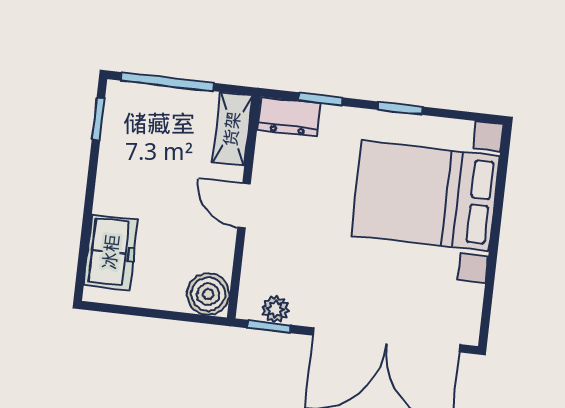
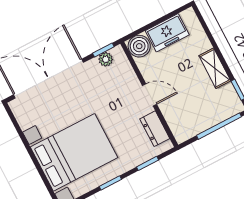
dresser: (289, 117) -> (155, 129), moved, turned -90
shelving: (232, 129) -> (215, 68), moved
freezer: (111, 252) -> (167, 33), moved, turned -90

